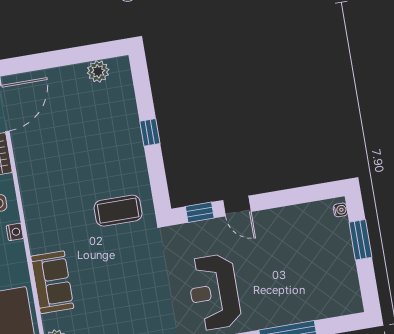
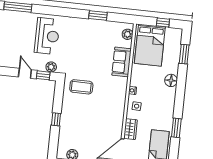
plant: (189, 233) -> (51, 67), added

